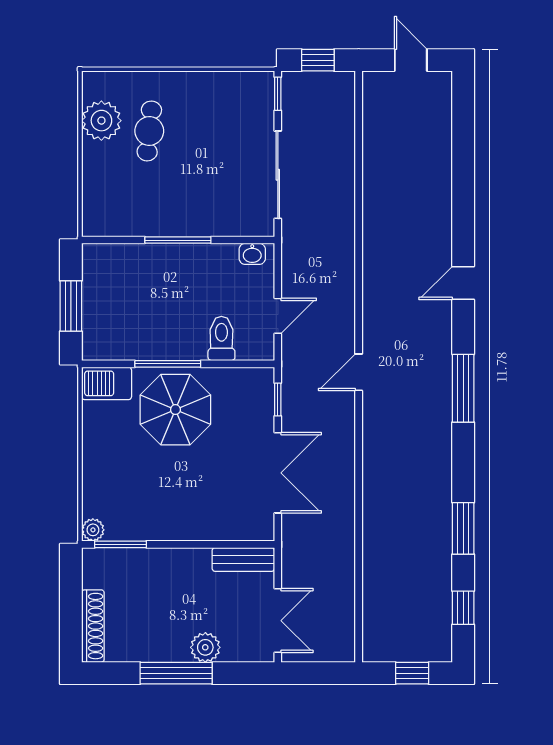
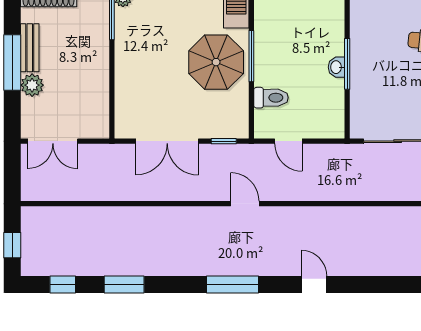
washbasin: (252, 254) -> (336, 67), moved
bench: (243, 559) -> (30, 48), moved

